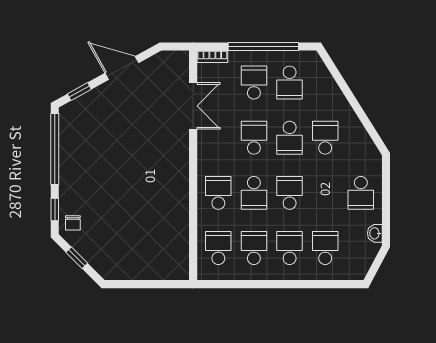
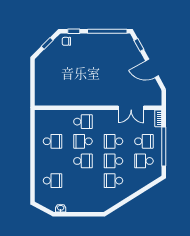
door: (122, 68) -> (152, 68), swing flipped
school desk: (254, 138) -> (113, 141), turned 180
school desk: (325, 138) -> (113, 181), turned 180
school desk: (361, 193) -> (83, 200), removed
school desk: (218, 248) -> (52, 122), removed
school desk: (290, 248) -> (52, 161), removed

